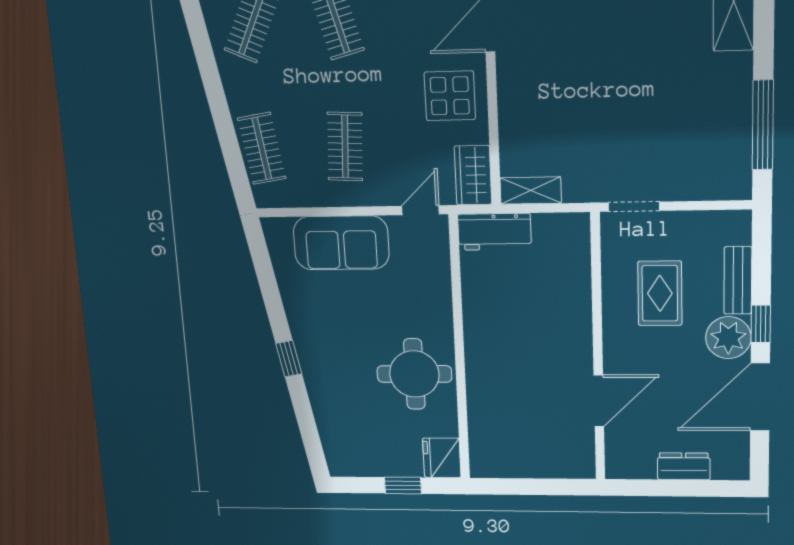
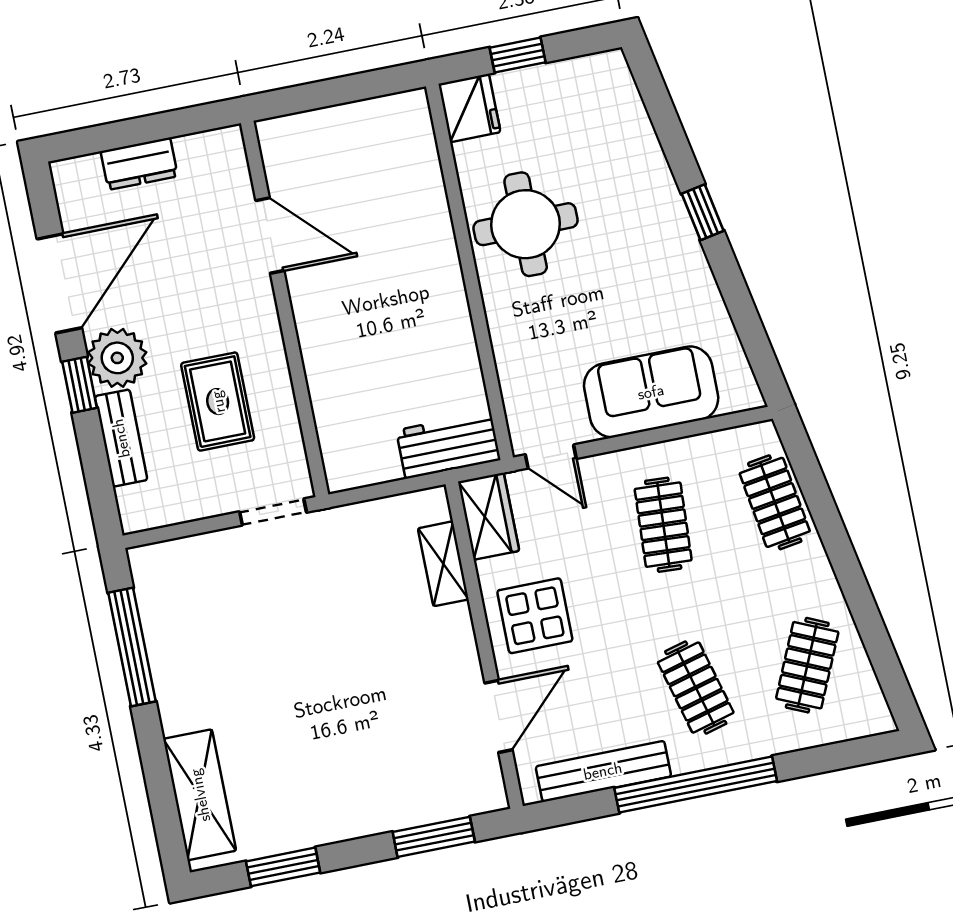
shelving: (531, 191) -> (443, 564), moved, turned 90
door: (420, 210) -> (551, 457), hinge flipped
door: (599, 401) -> (270, 235), swing flipped

